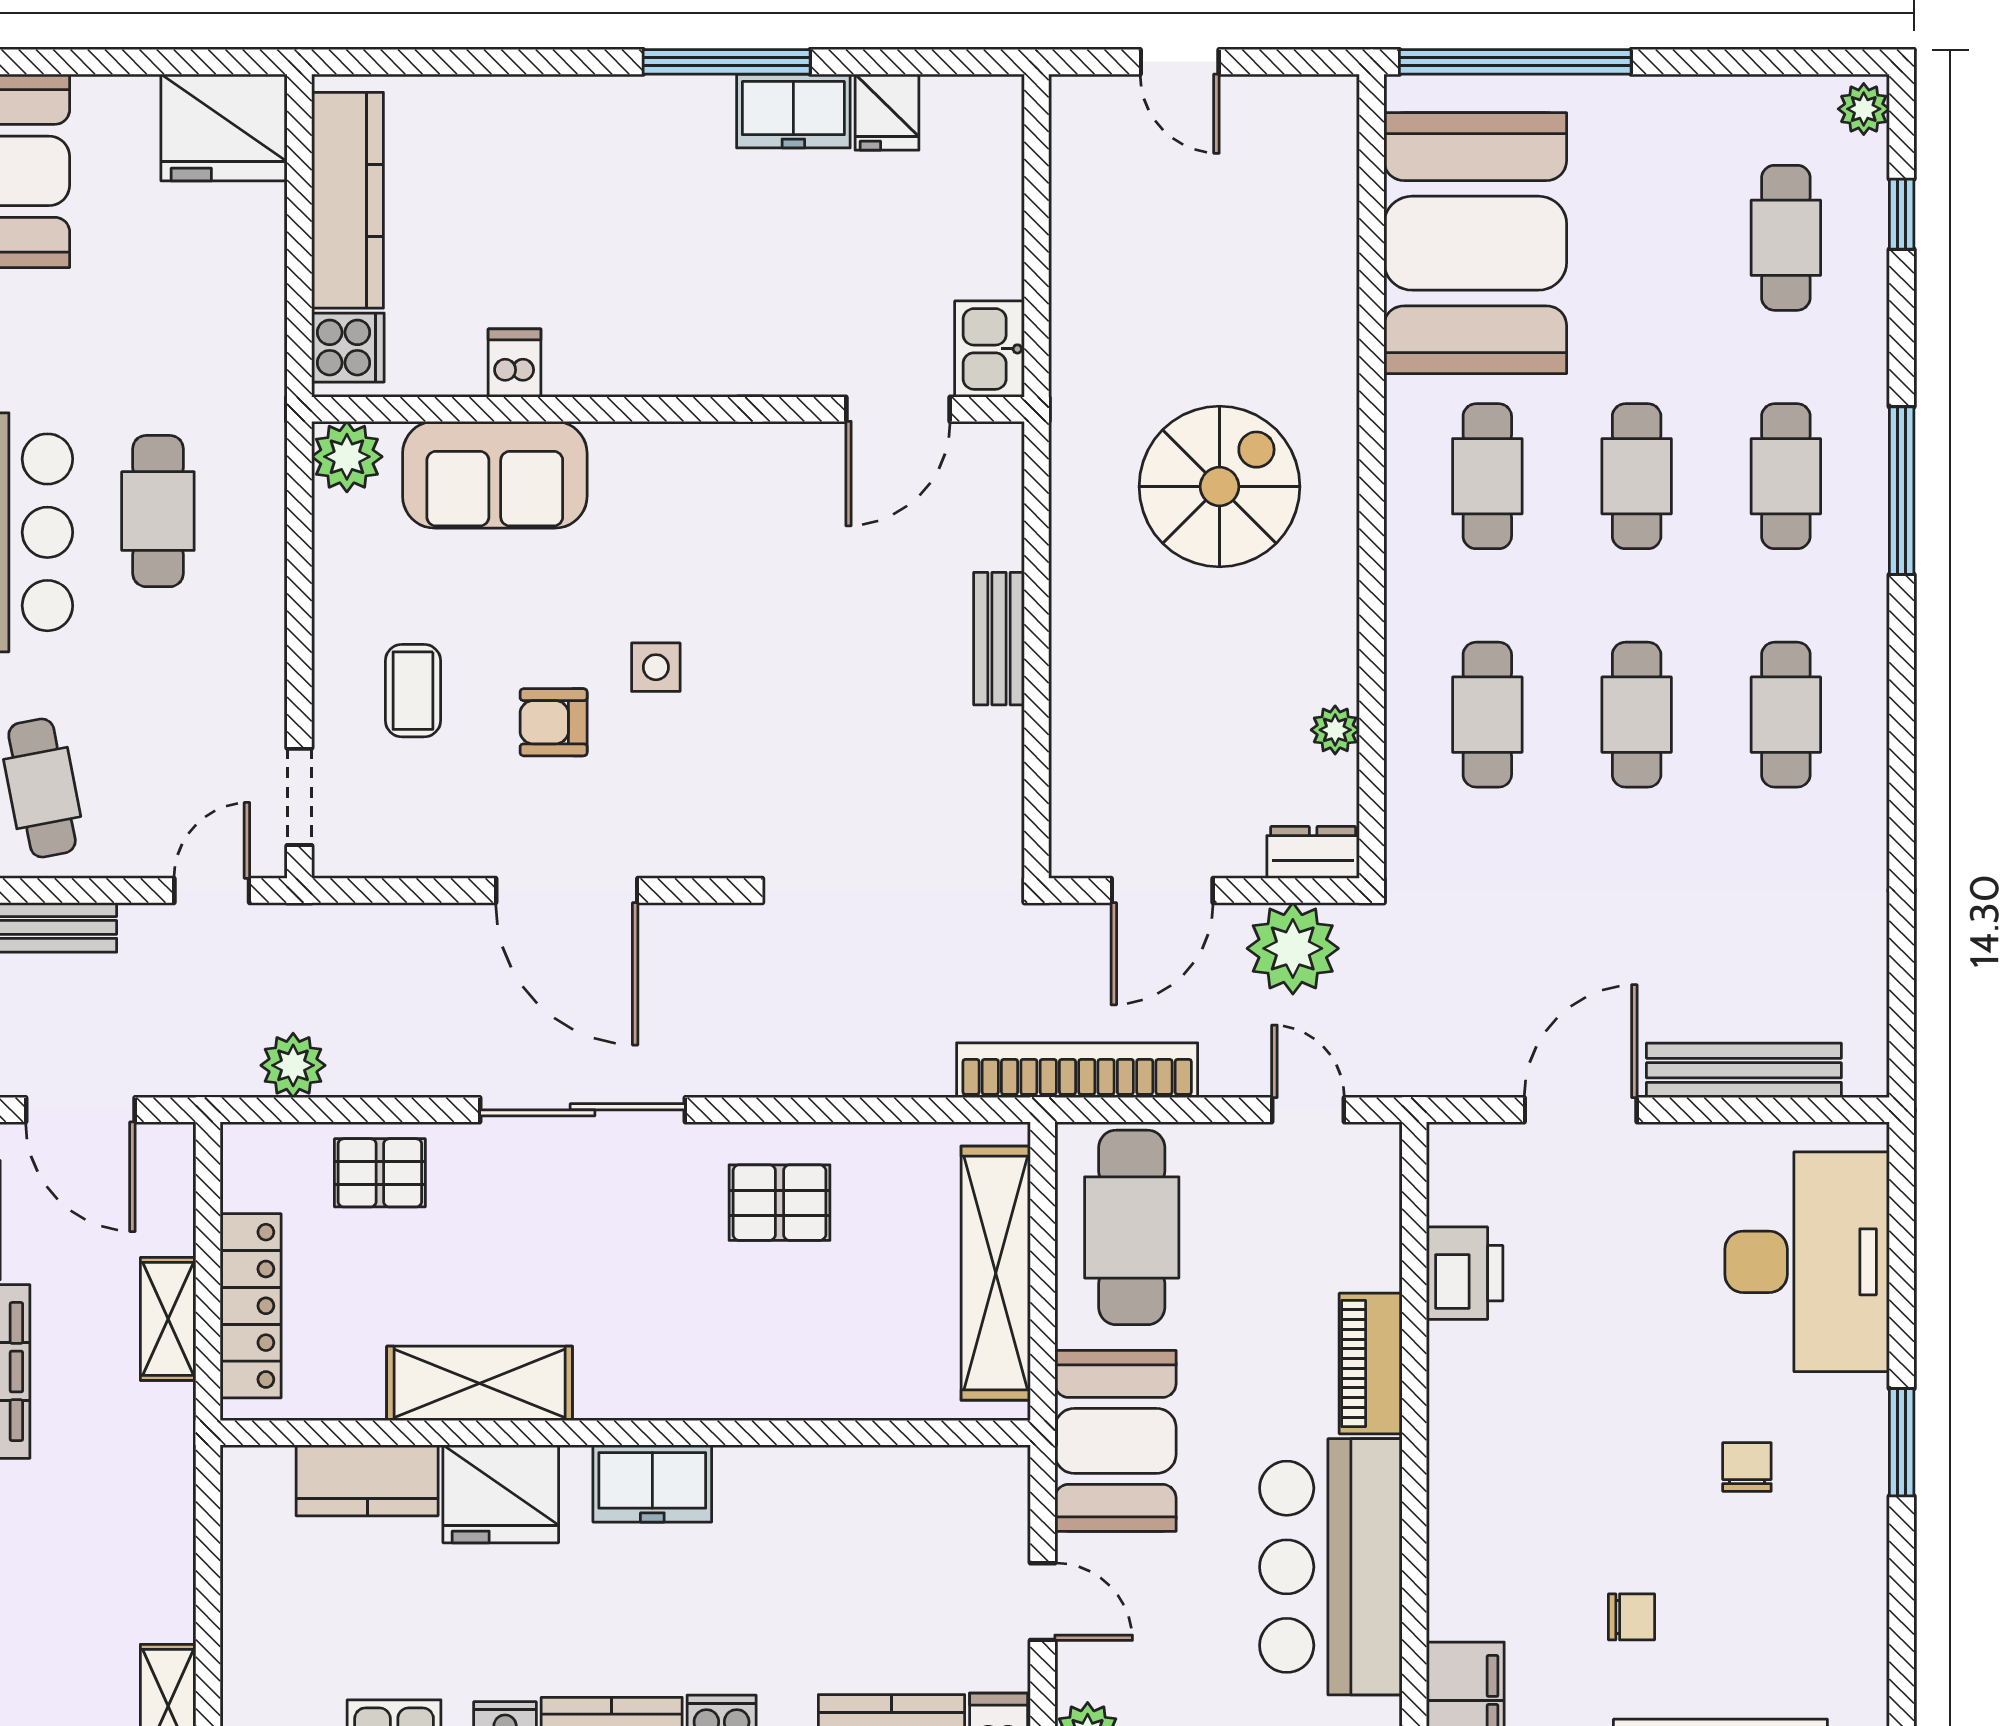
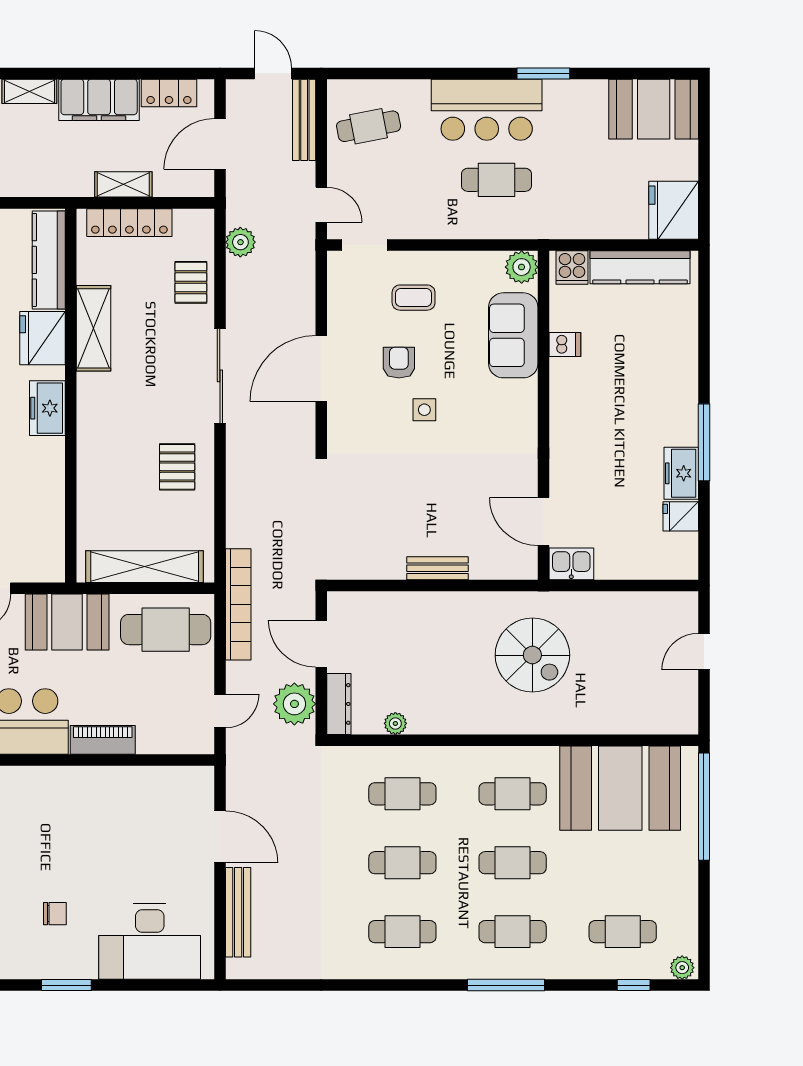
spiral stairs: (1219, 487) -> (532, 655), moved
dresser: (1313, 852) -> (339, 704), width x1.44
printer: (1465, 1273) -> (144, 783), removed
kitchen counter: (367, 1480) -> (49, 260), width x1.50

